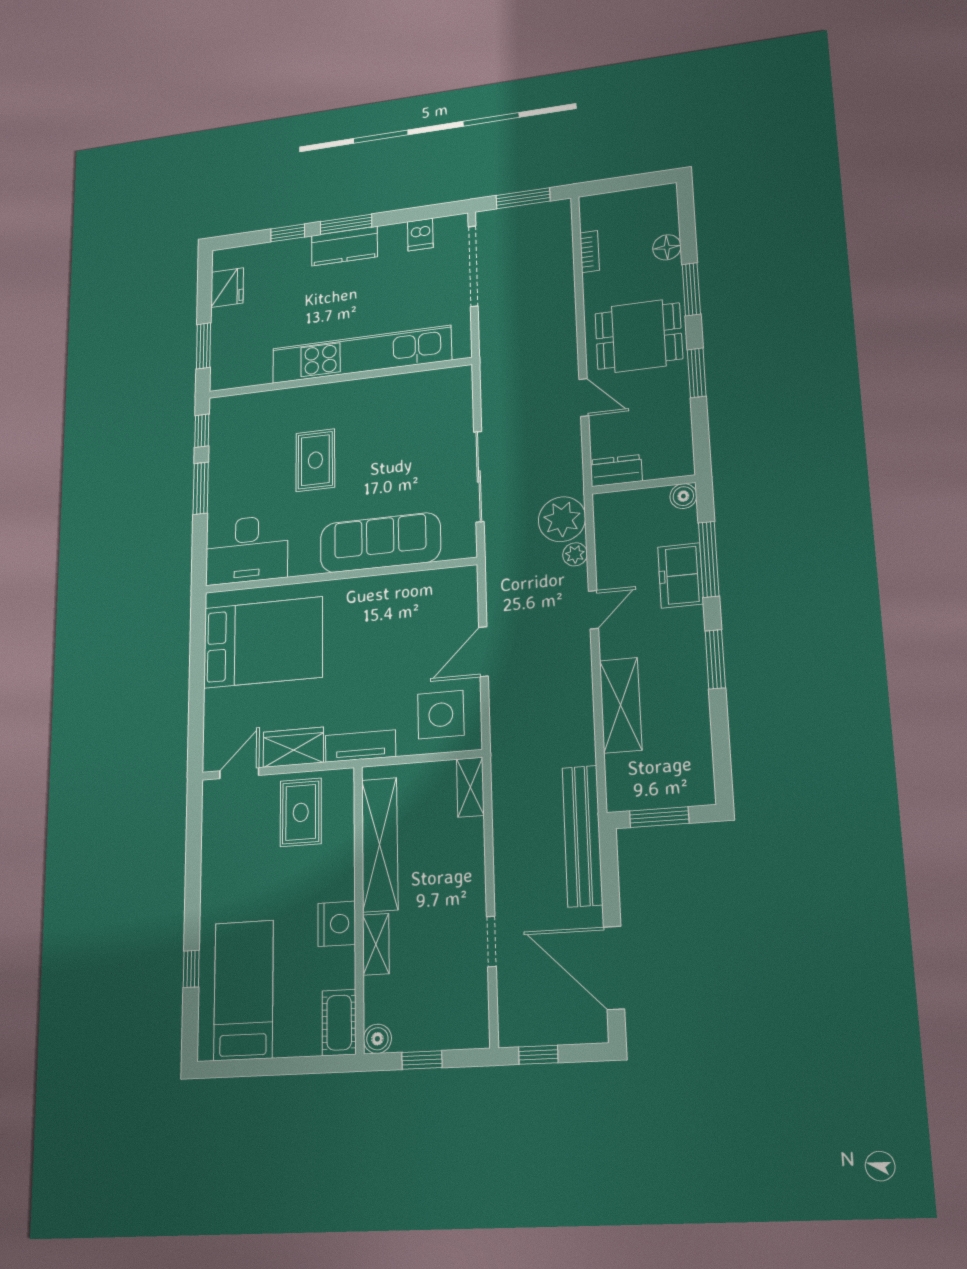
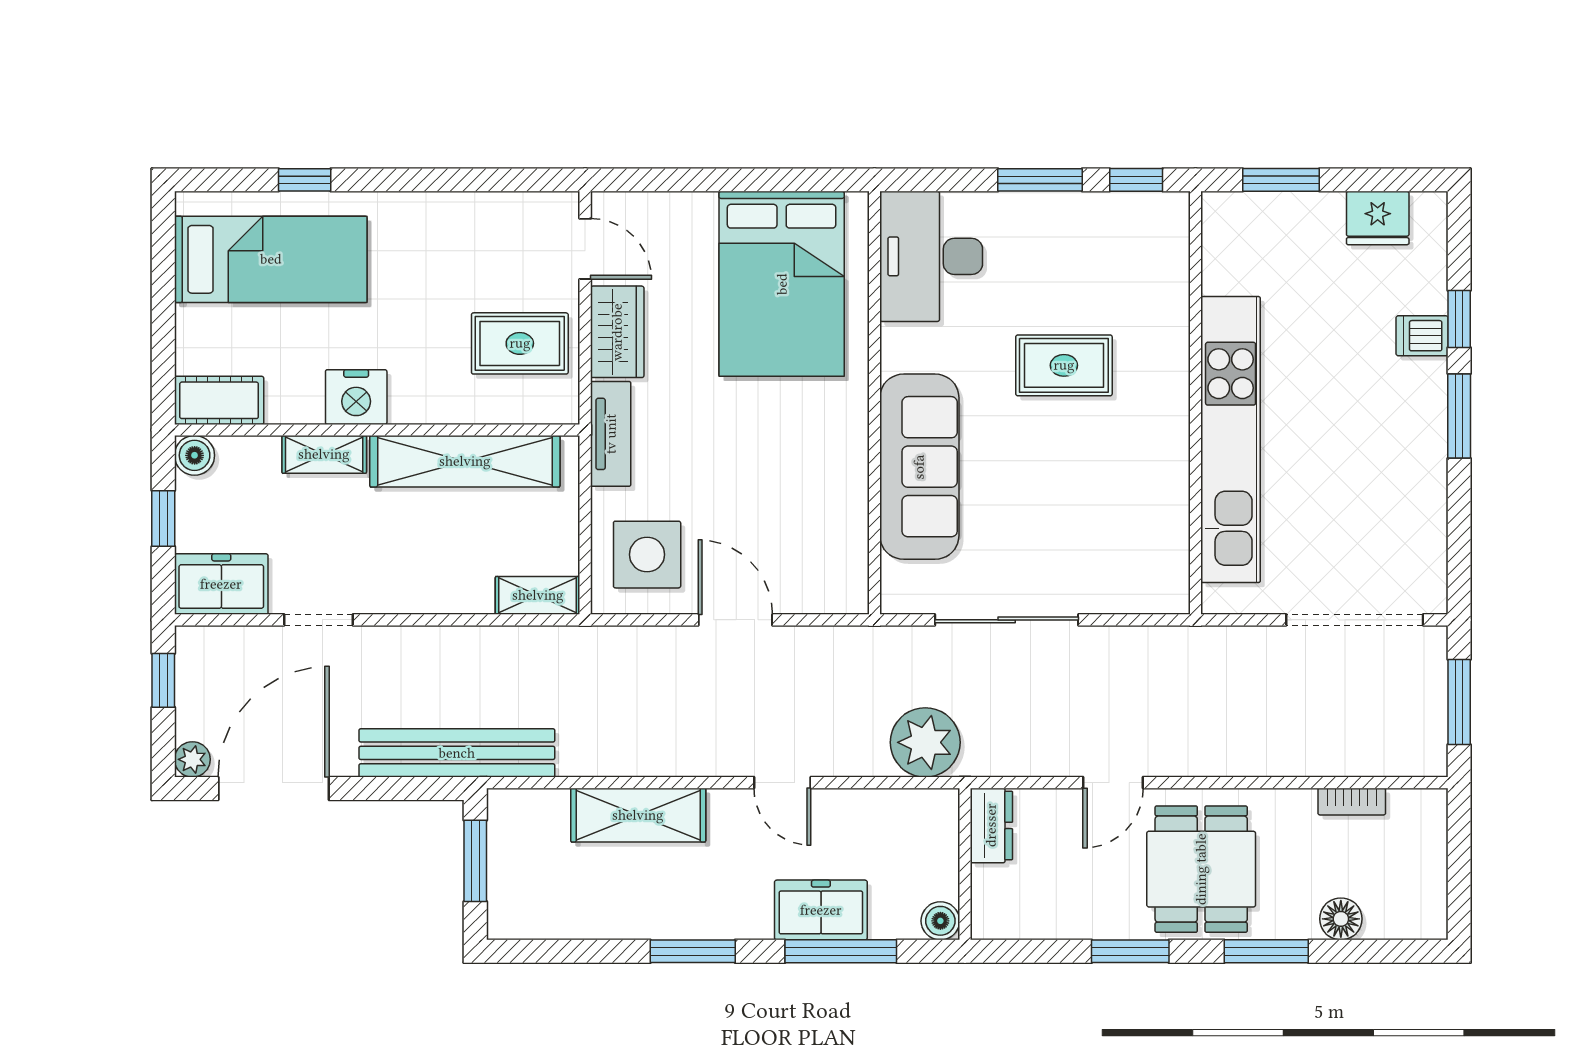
dishwasher: (420, 235) -> (1422, 336), moved
kitchen counter: (344, 246) -> (1421, 413), removed
plant: (575, 554) -> (192, 759), moved
freezer: (468, 1015) -> (221, 584), added

